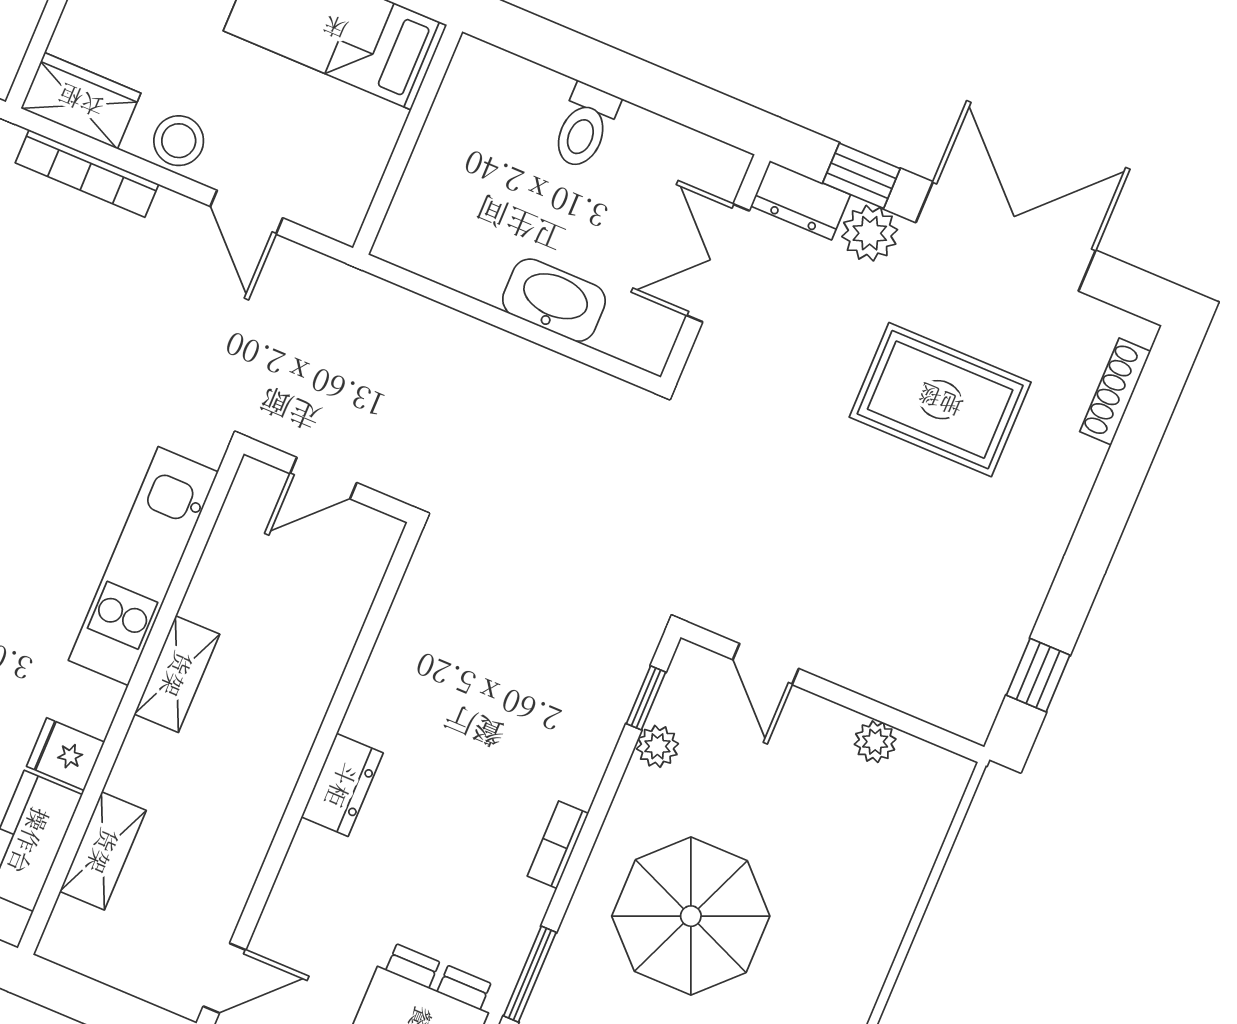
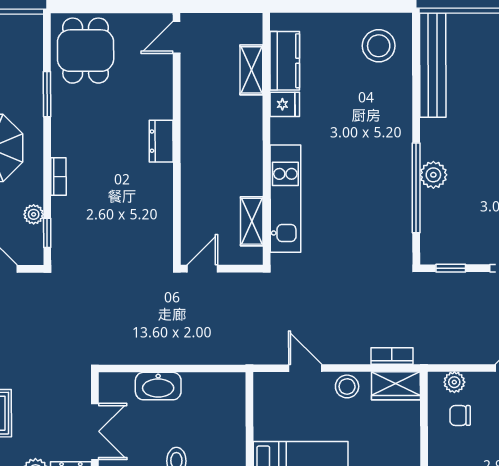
bookcase: (87, 173) -> (392, 356), width x0.64
door: (323, 478) -> (202, 269), moved
shelving: (177, 674) -> (252, 221), moved
bookcase: (558, 845) -> (58, 177), moved

